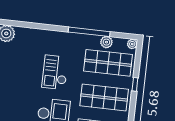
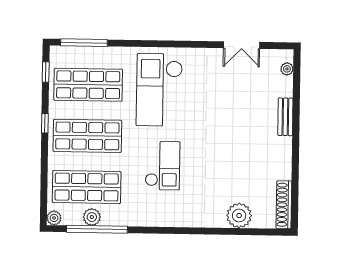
window: (89, 32) -> (97, 229), moved
window: (135, 84) -> (45, 123), moved

